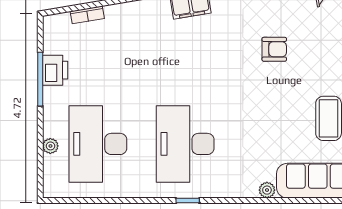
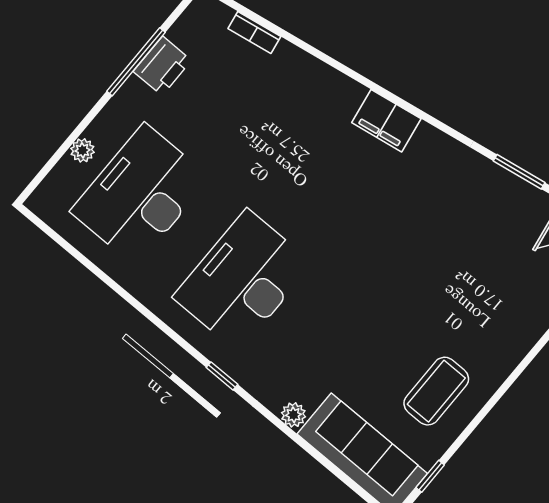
armchair: (274, 49) -> (440, 257), removed
window: (188, 201) -> (222, 376), moved

